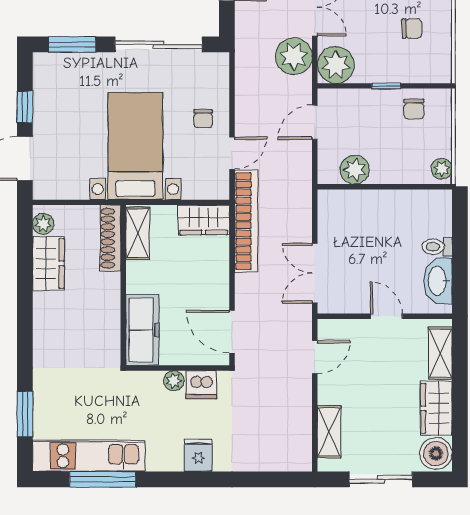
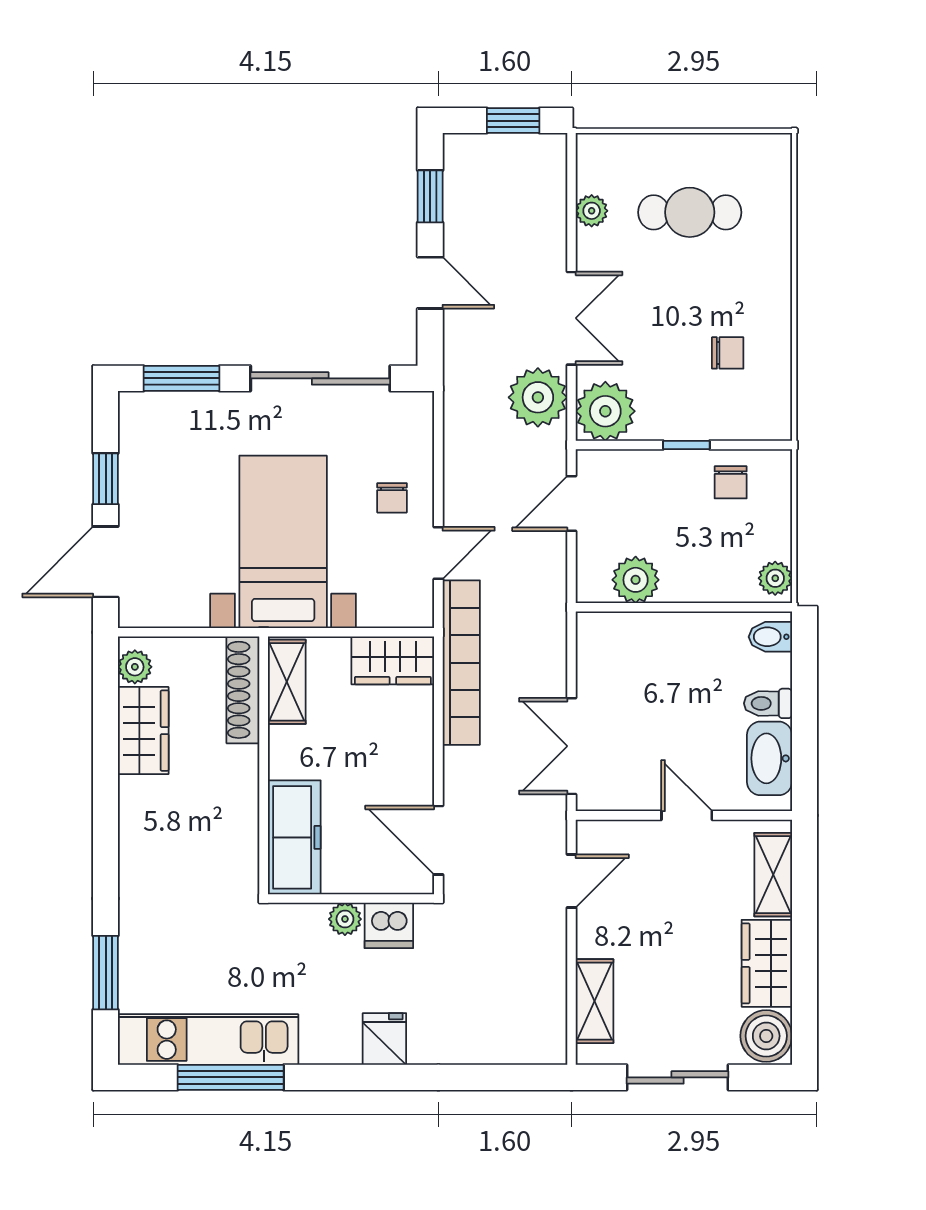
bidet: (438, 205) -> (770, 637), added

